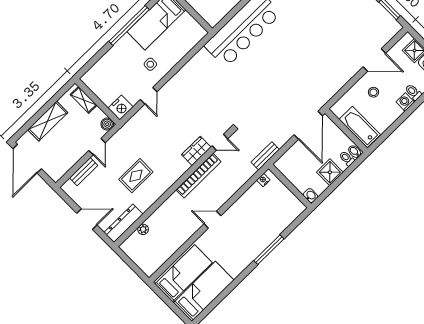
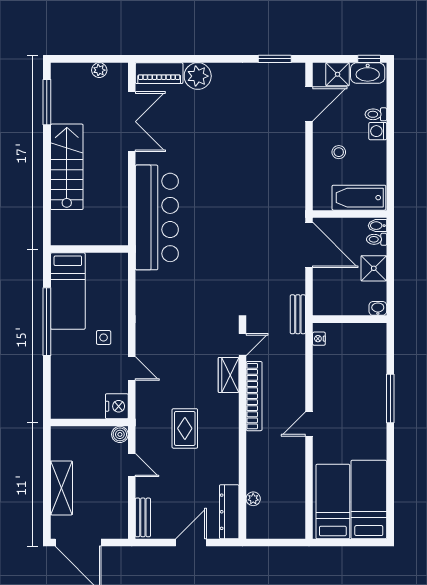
door: (374, 60) -> (309, 104), moved
shelving: (84, 100) -> (75, 434), removed
bench: (84, 172) -> (143, 517), moved
rug: (136, 176) -> (185, 428), moved

